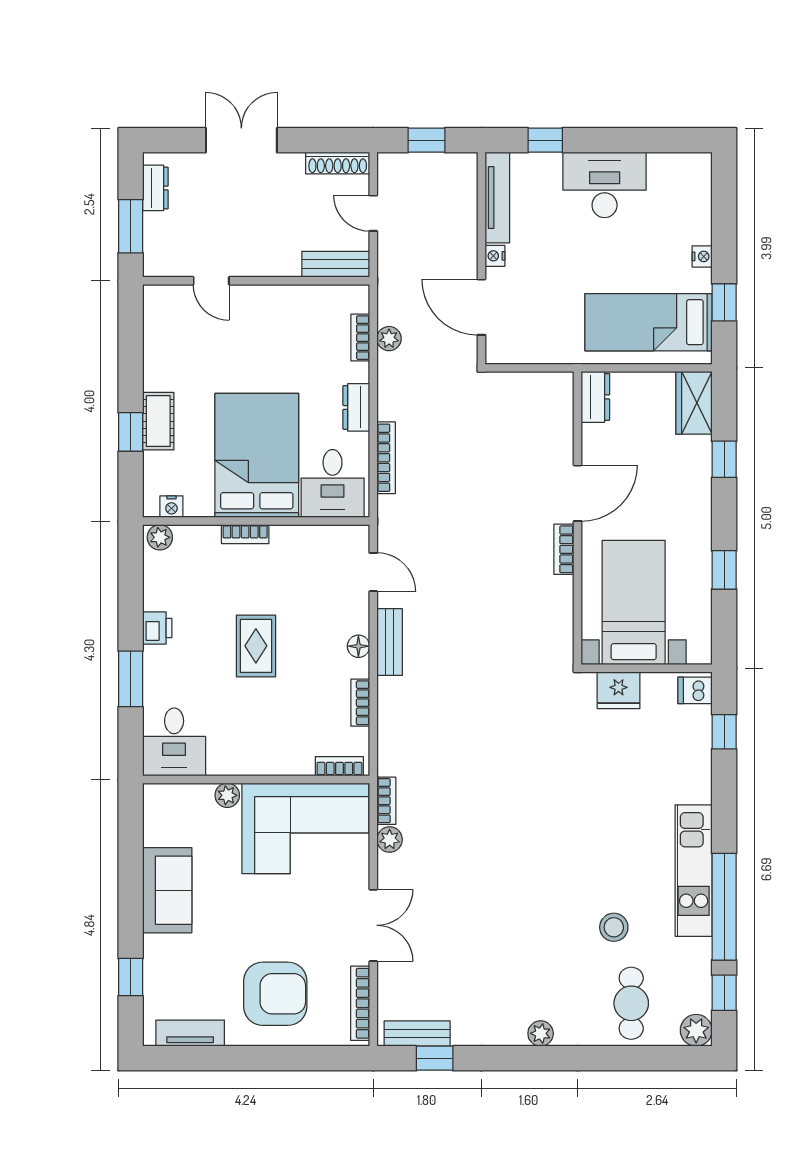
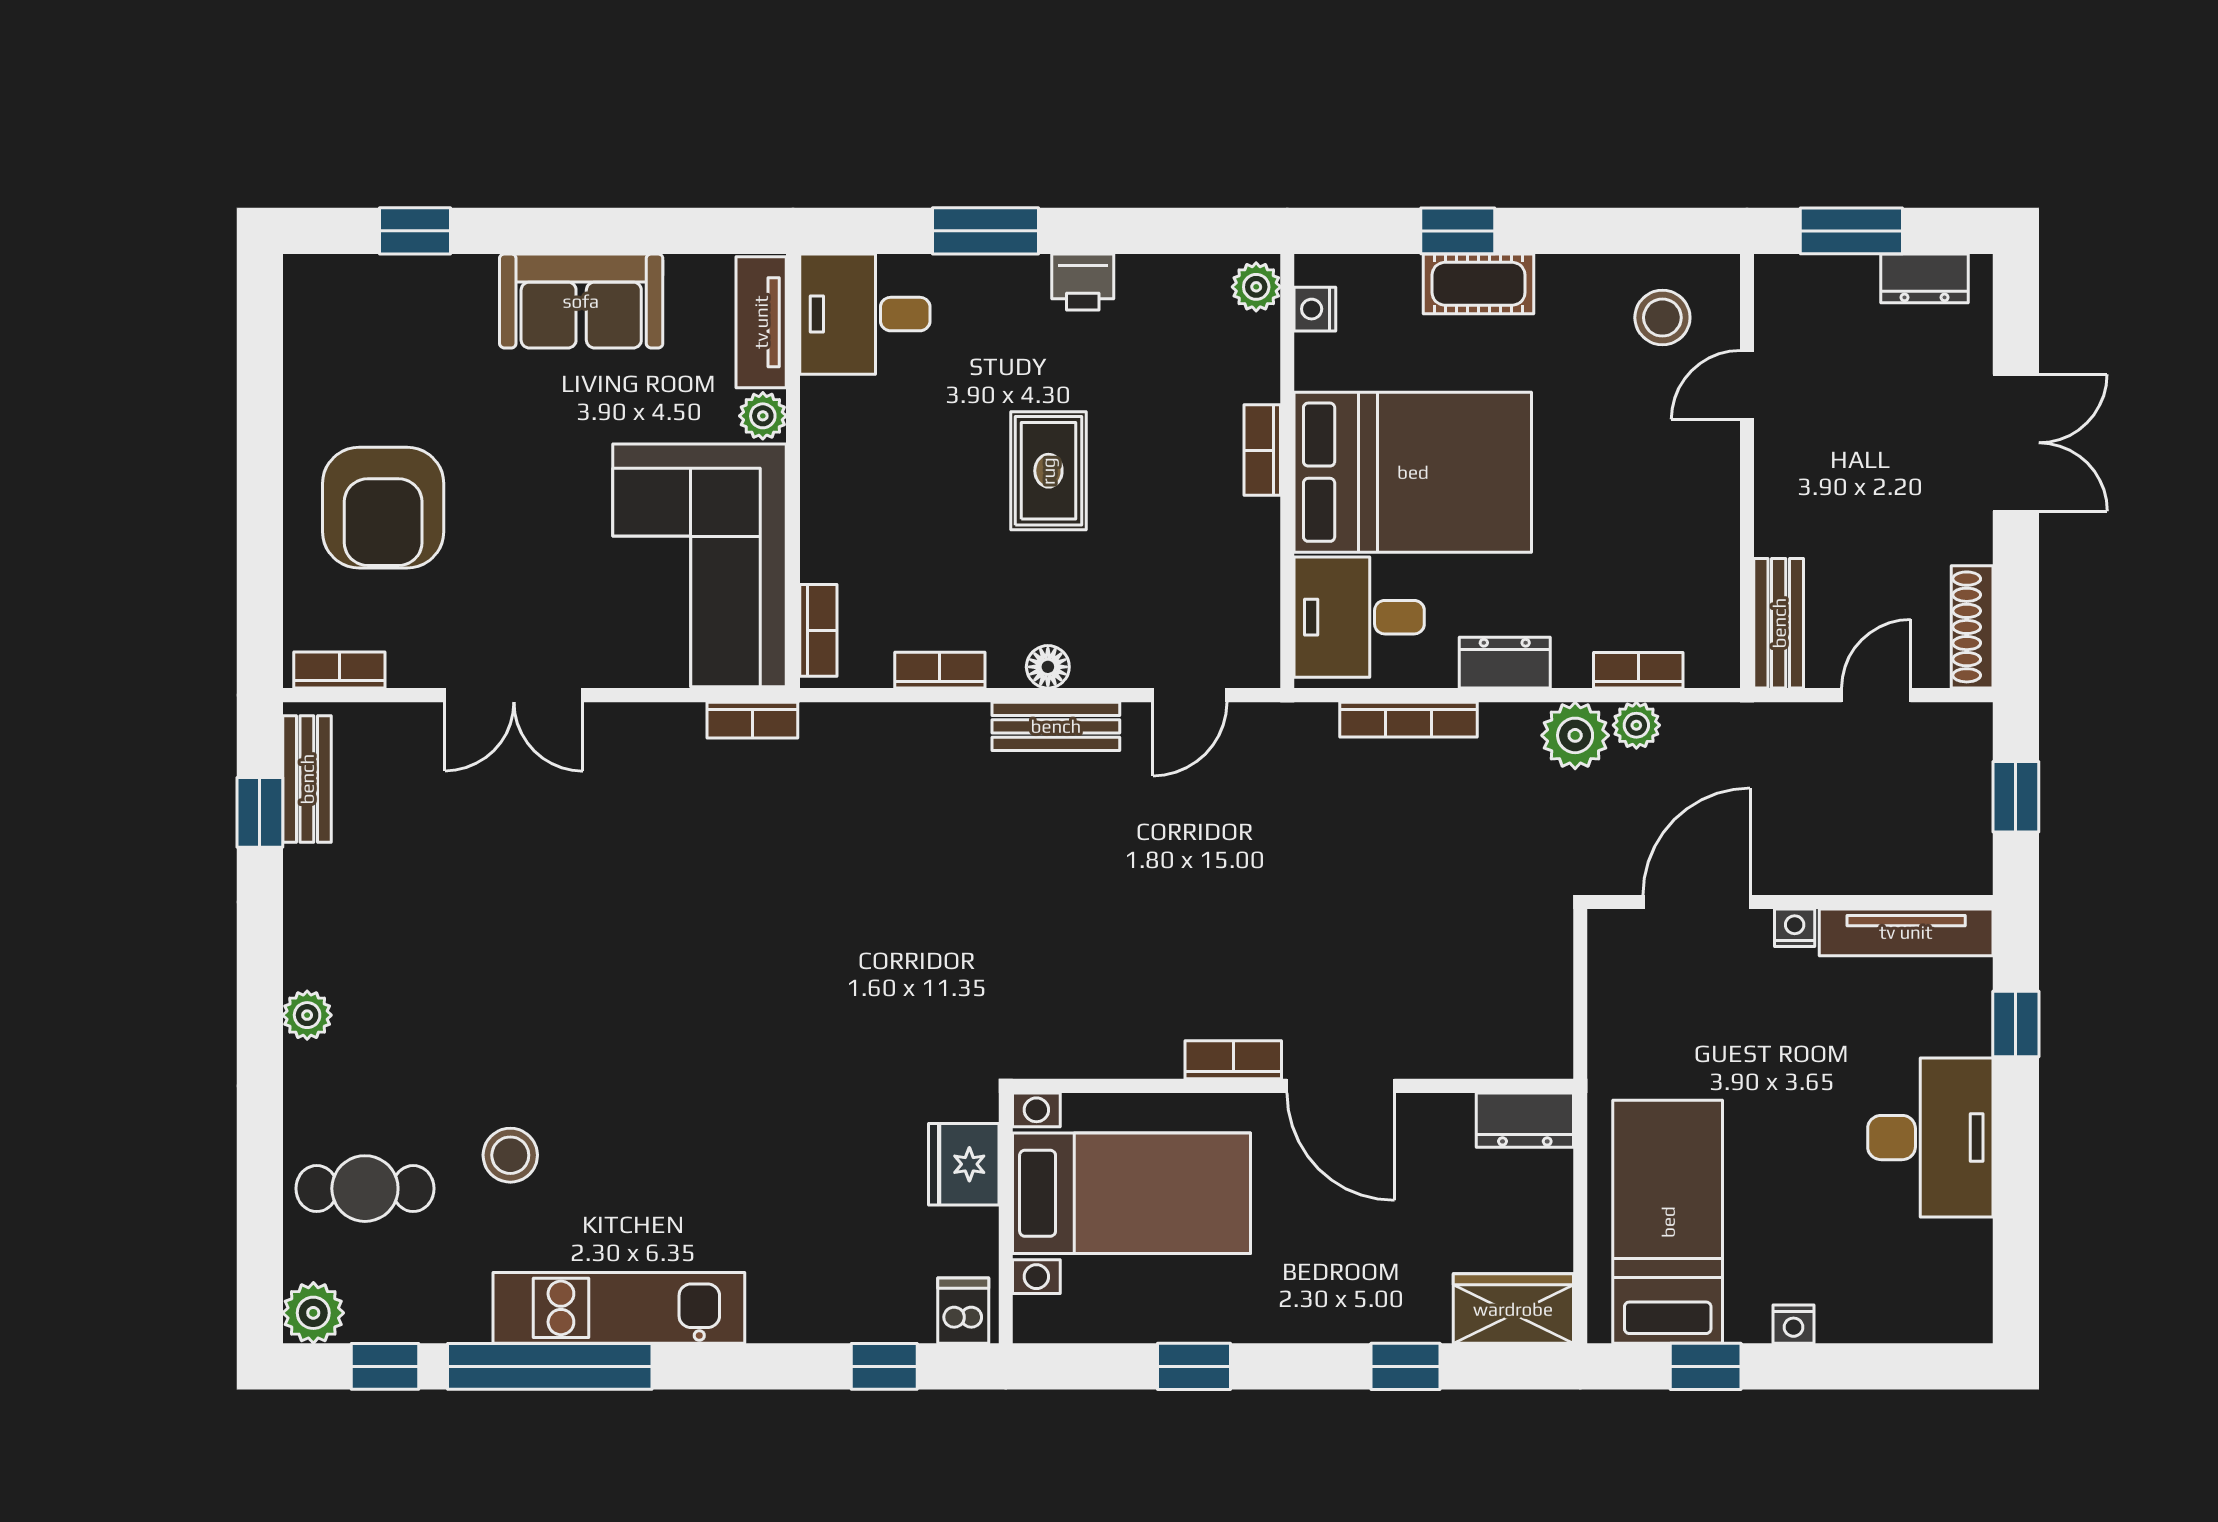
stool: (176, 325) -> (1662, 318), added
rug: (256, 646) -> (1048, 471), turned 90
plant: (390, 839) -> (1575, 735), moved, width x1.38, depth x1.38
bookcase: (360, 1003) -> (339, 670), width x0.64
tv unit: (190, 1033) -> (761, 322), moved, turned 180

